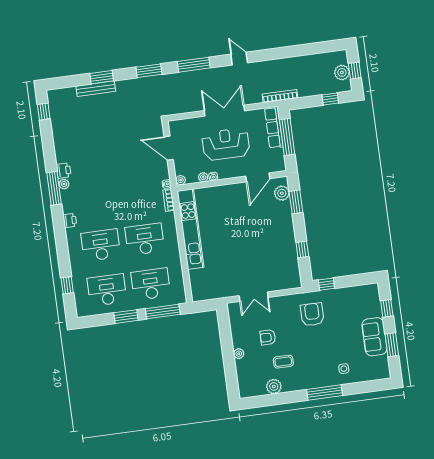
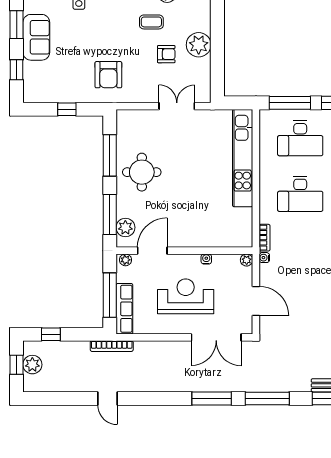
door: (239, 59) -> (108, 398), moved
window: (149, 71) -> (267, 398), width x1.44
double door: (224, 111) -> (216, 337), moved
reception desk: (226, 144) -> (186, 296), turned 180
plant: (203, 177) -> (126, 260), moved
window: (296, 202) -> (110, 214), width x1.44
kitchen unit: (191, 229) -> (243, 158), moved
round table: (275, 240) -> (142, 172), added
window: (302, 249) -> (110, 155), width x2.17
window: (326, 284) -> (67, 109), moved
plant: (239, 354) -> (199, 45), width x1.88, depth x1.88

